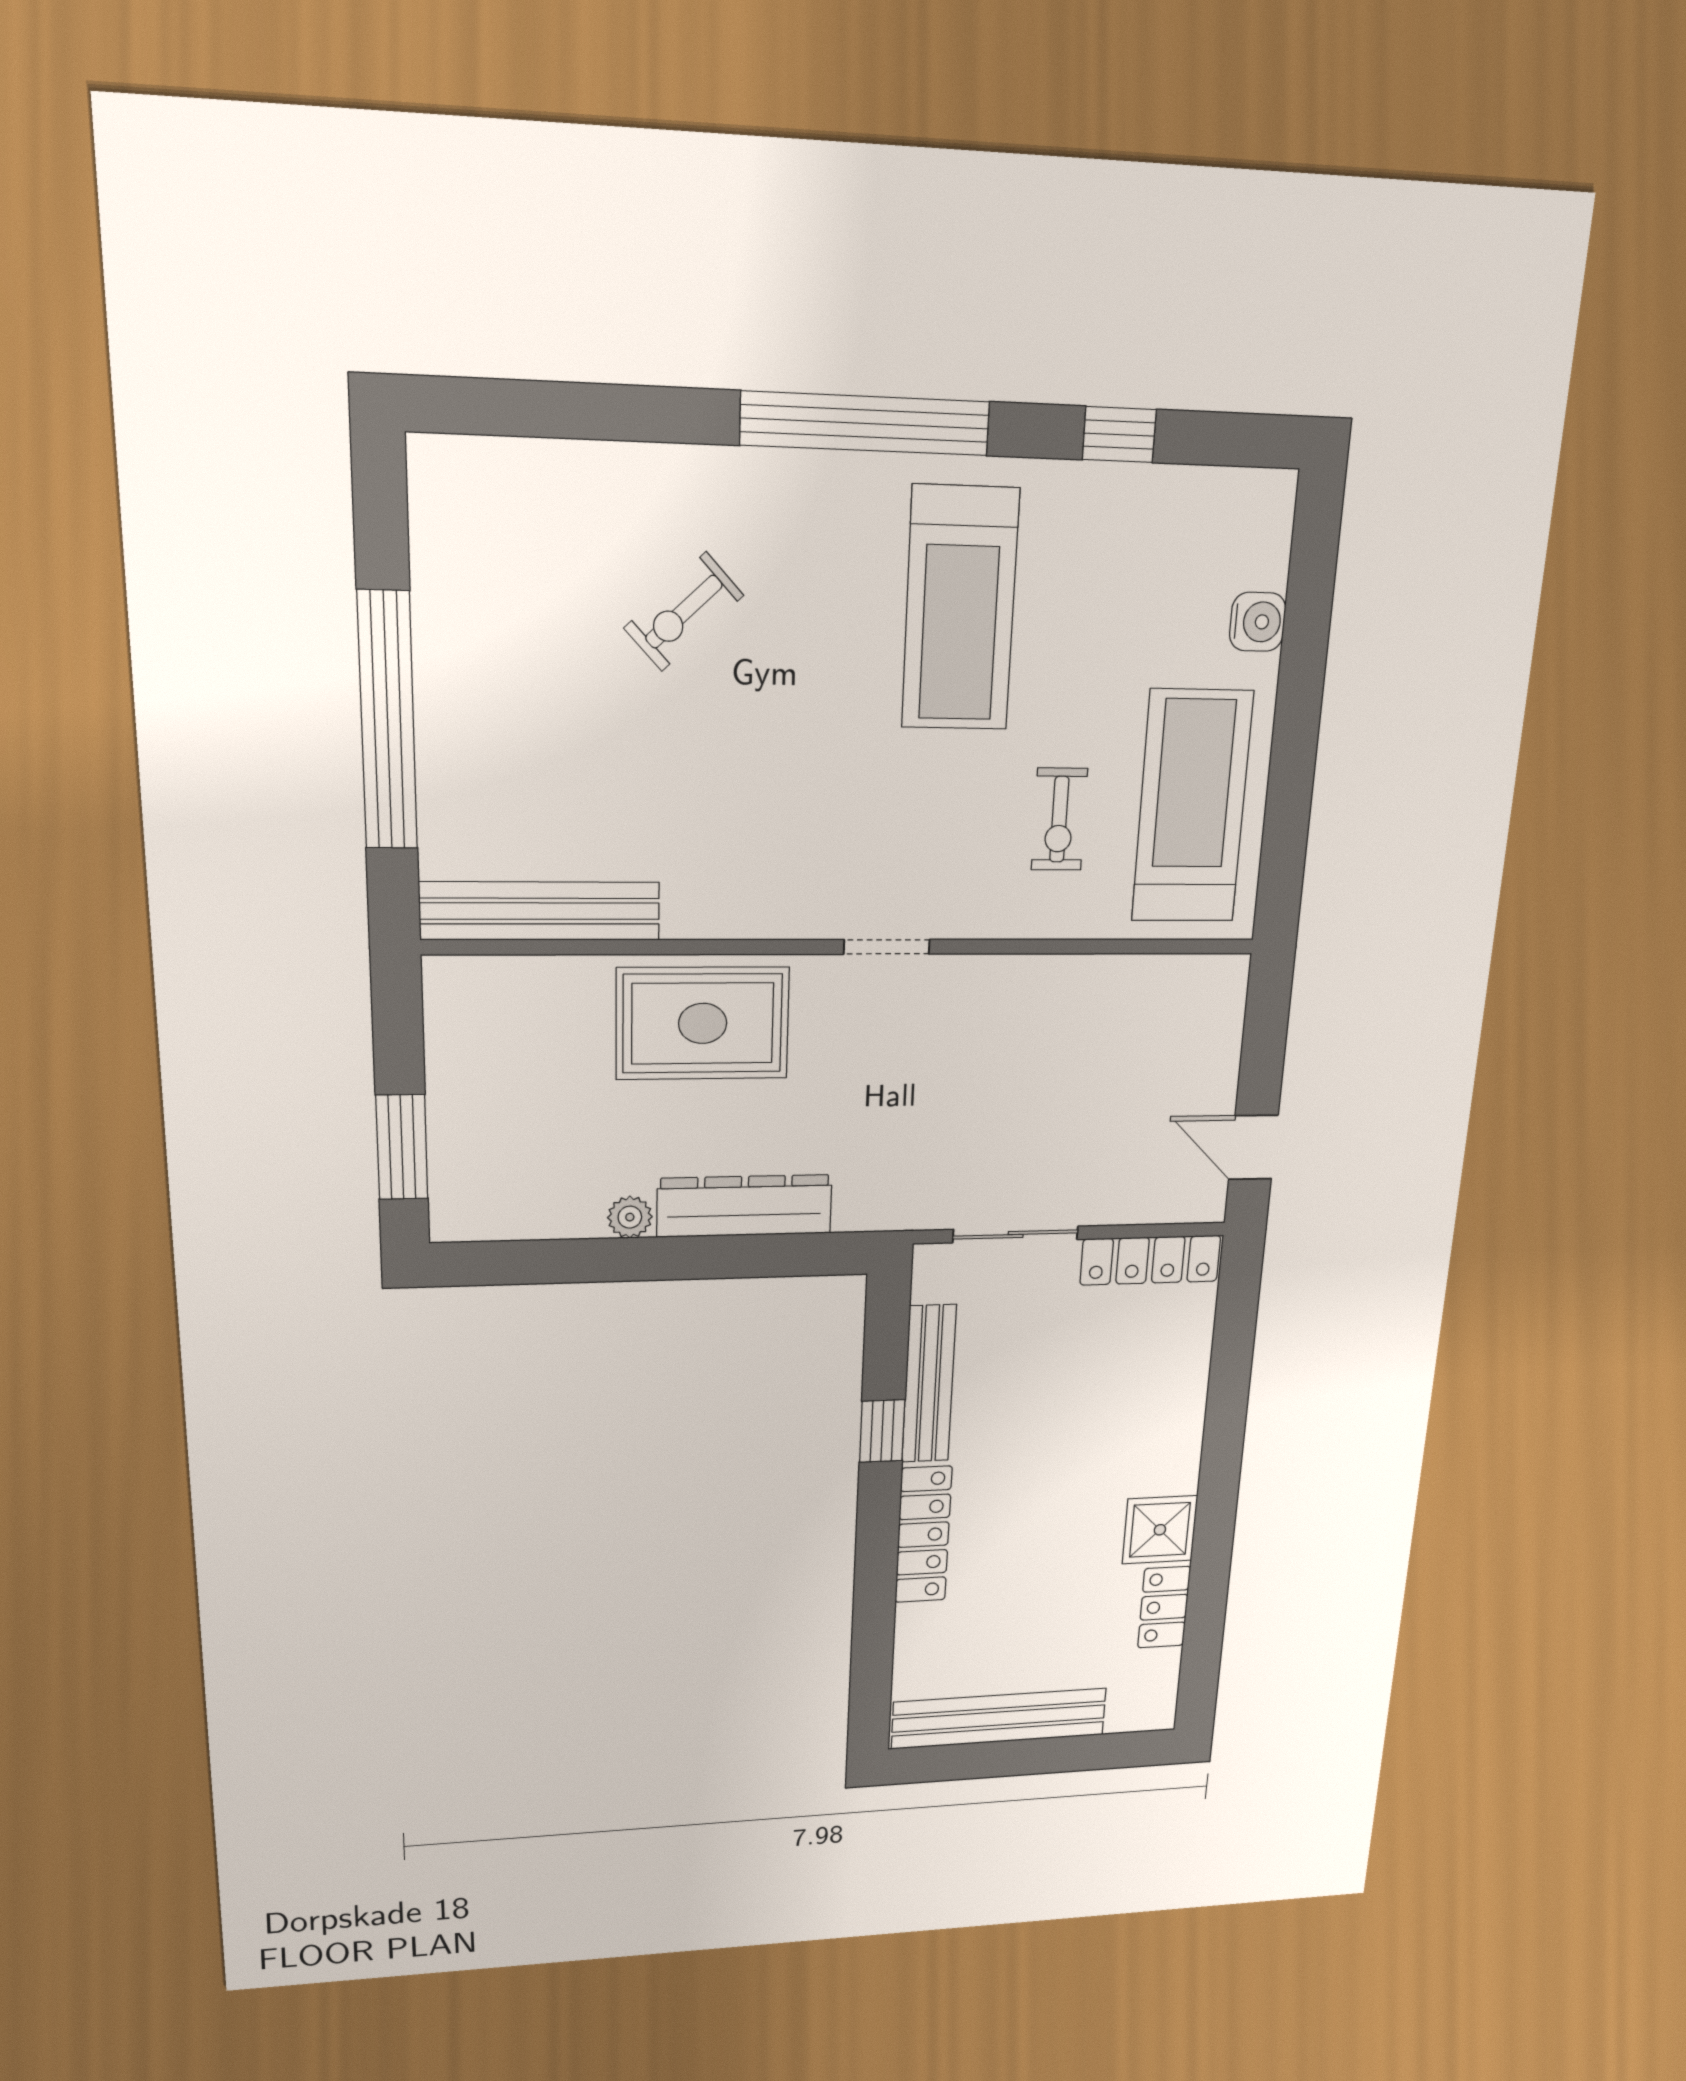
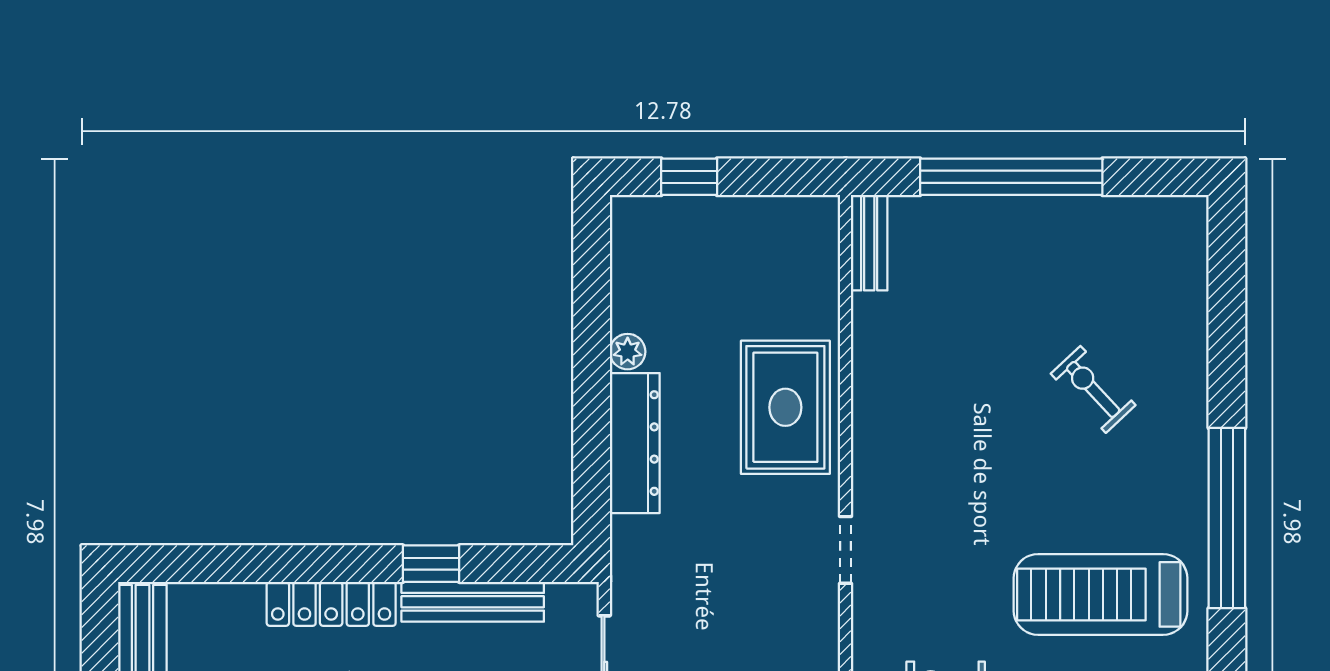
bench: (540, 911) -> (869, 243), width x0.54, depth x0.82
window: (402, 1147) -> (689, 177), width x0.67

